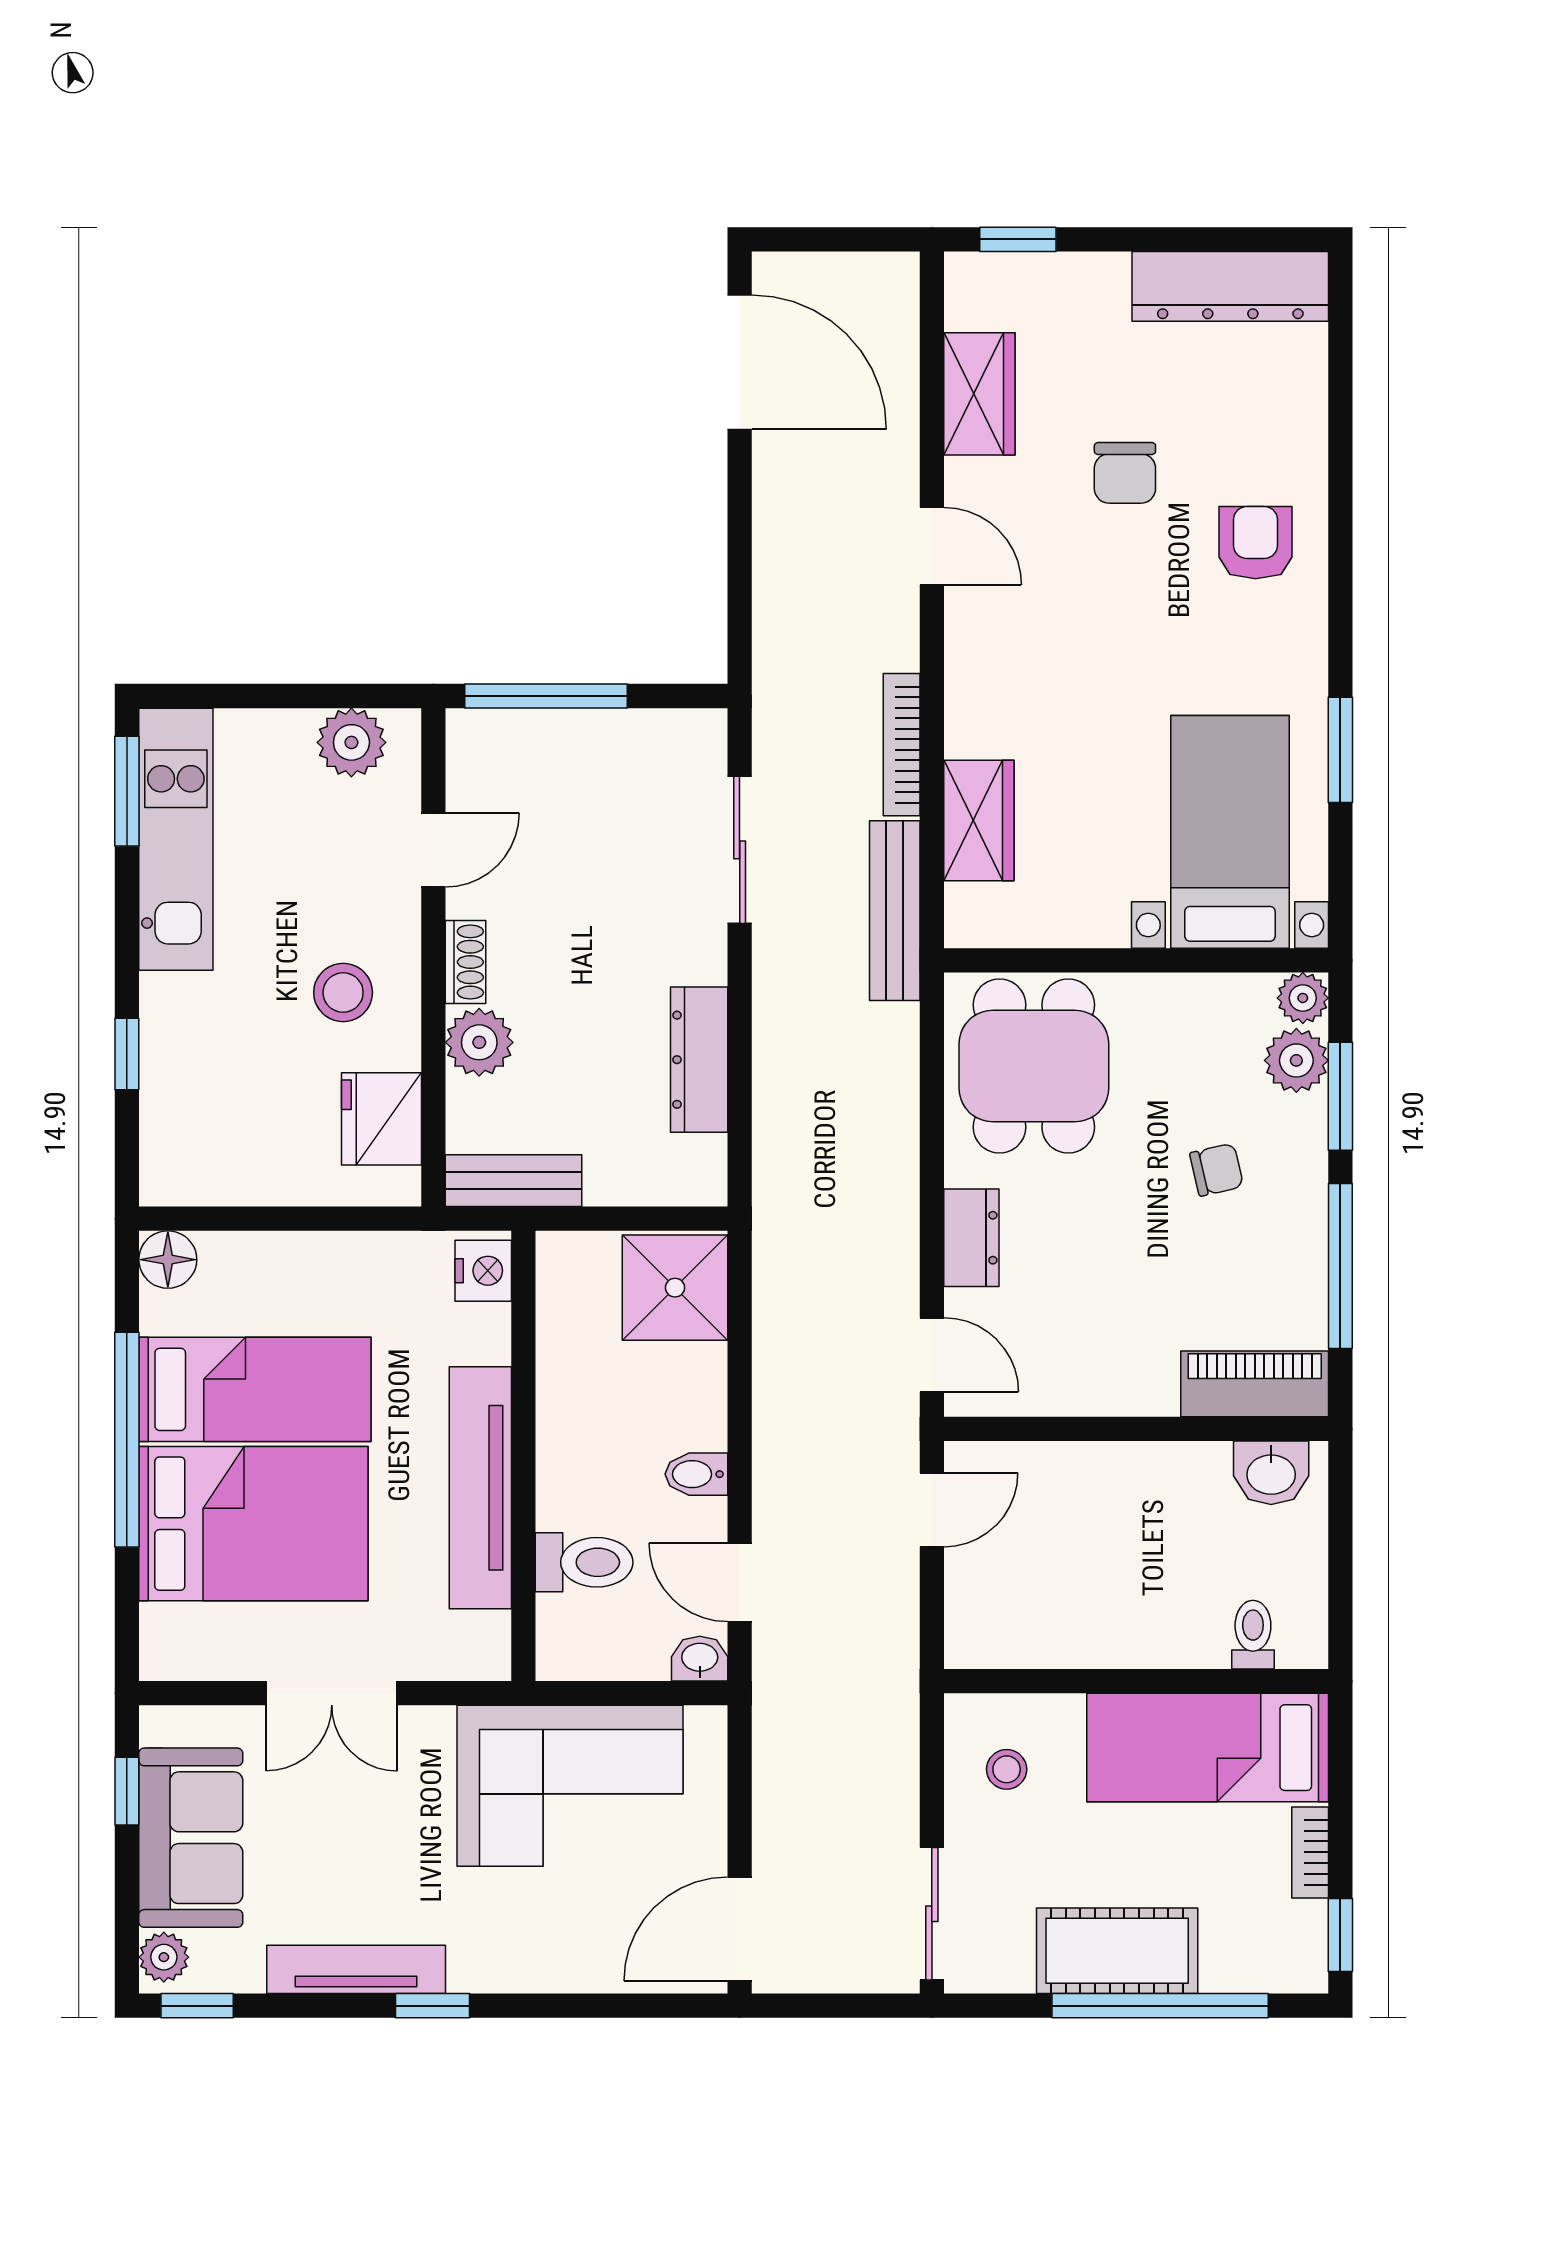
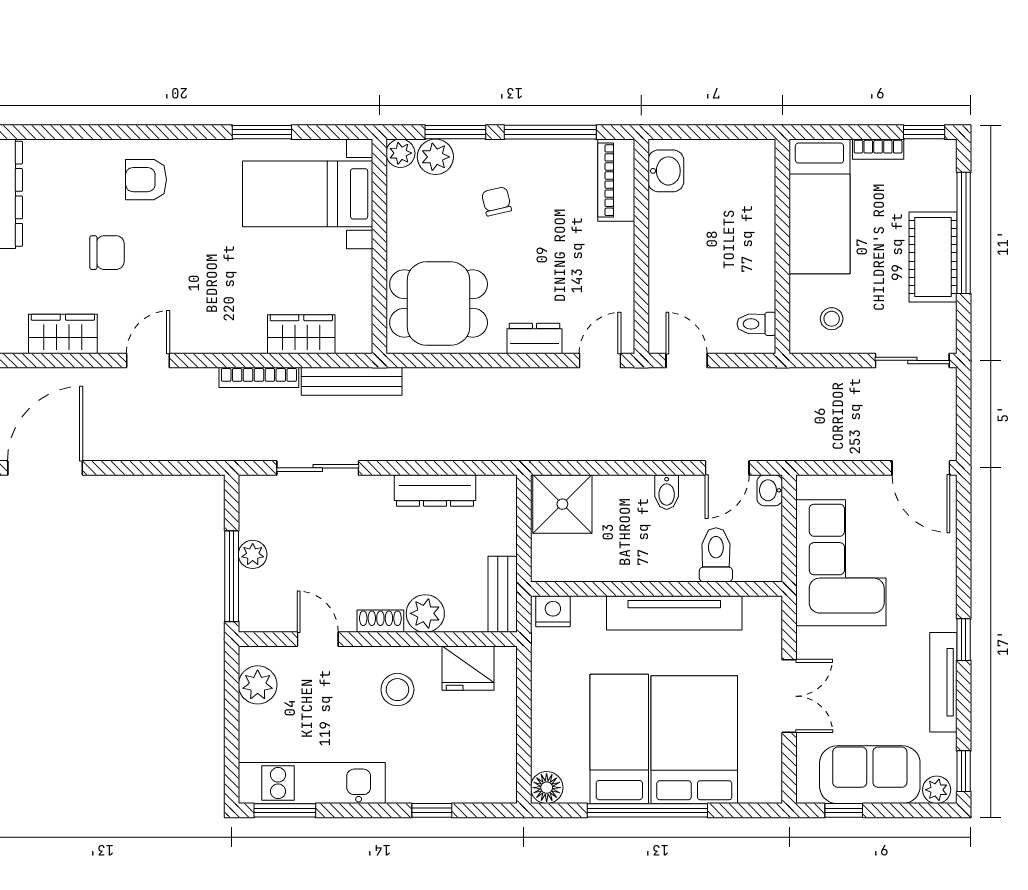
plant: (585, 733) -> (253, 554), added
toilet: (1253, 1635) -> (756, 324), moved

